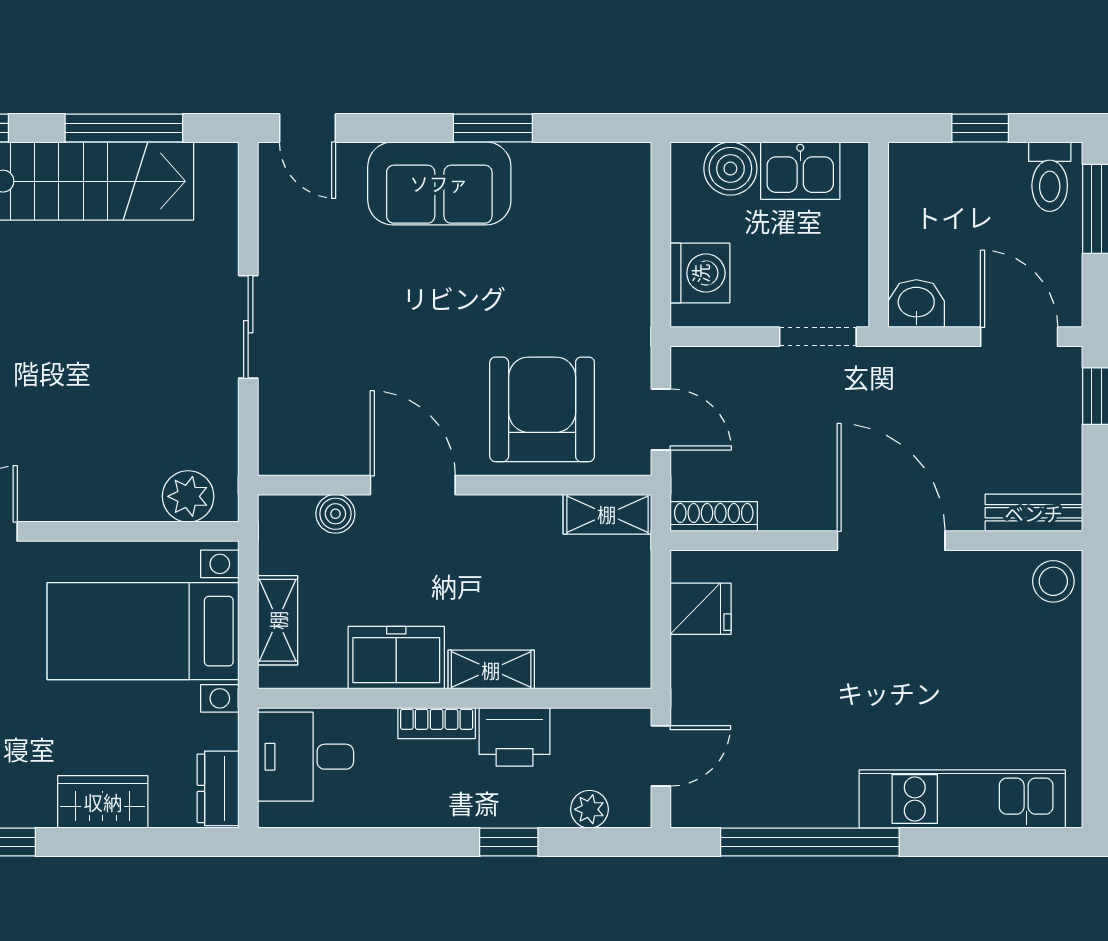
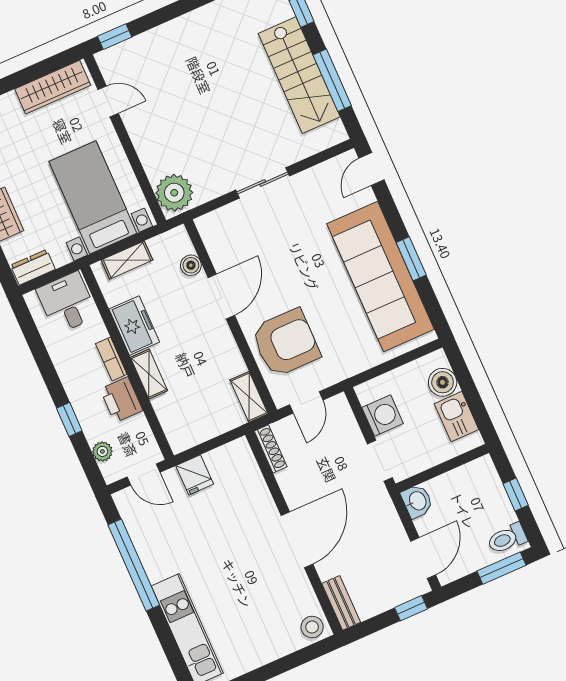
sofa: (439, 183) -> (381, 277), width x1.85, depth x1.27
washing machine: (700, 273) -> (383, 415), moved, turned -90
plant: (188, 496) -> (174, 193), width x1.36, depth x1.36
fridge: (701, 609) -> (195, 475), moved

